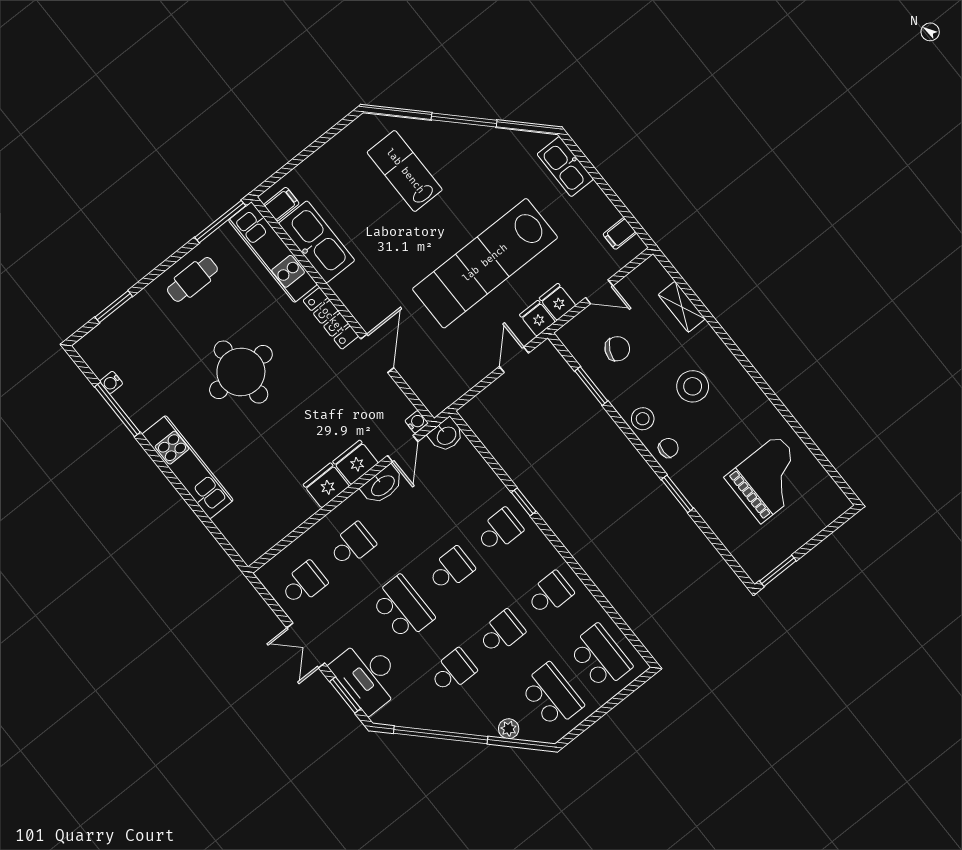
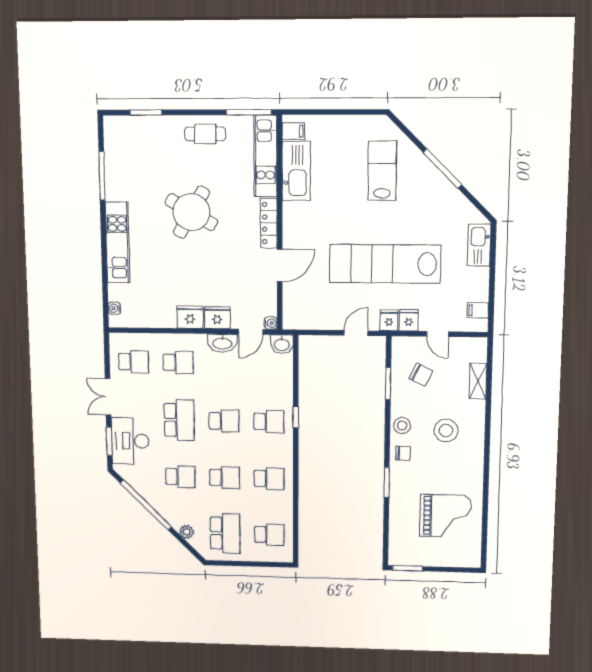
round table: (241, 372) -> (191, 212), turned 30
water cooler: (111, 382) -> (114, 308), moved
school desk: (600, 657) -> (269, 535), width x0.54

